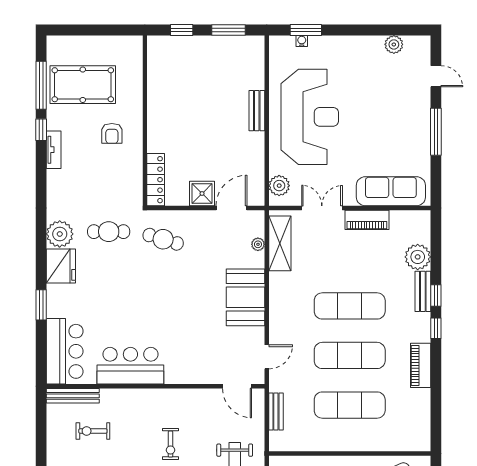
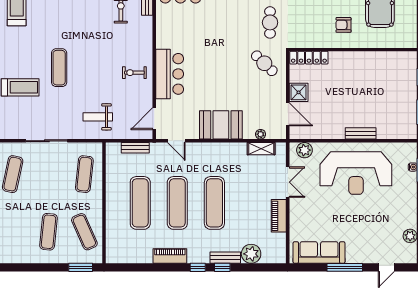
sofa: (391, 191) -> (319, 252), moved, turned -90
cafe table: (163, 239) -> (264, 63), turned -63
shelving: (280, 243) -> (261, 149), width x0.67, depth x0.75
bar counter: (130, 366) -> (170, 74), moved
exercise bike: (171, 444) -> (134, 73), moved

